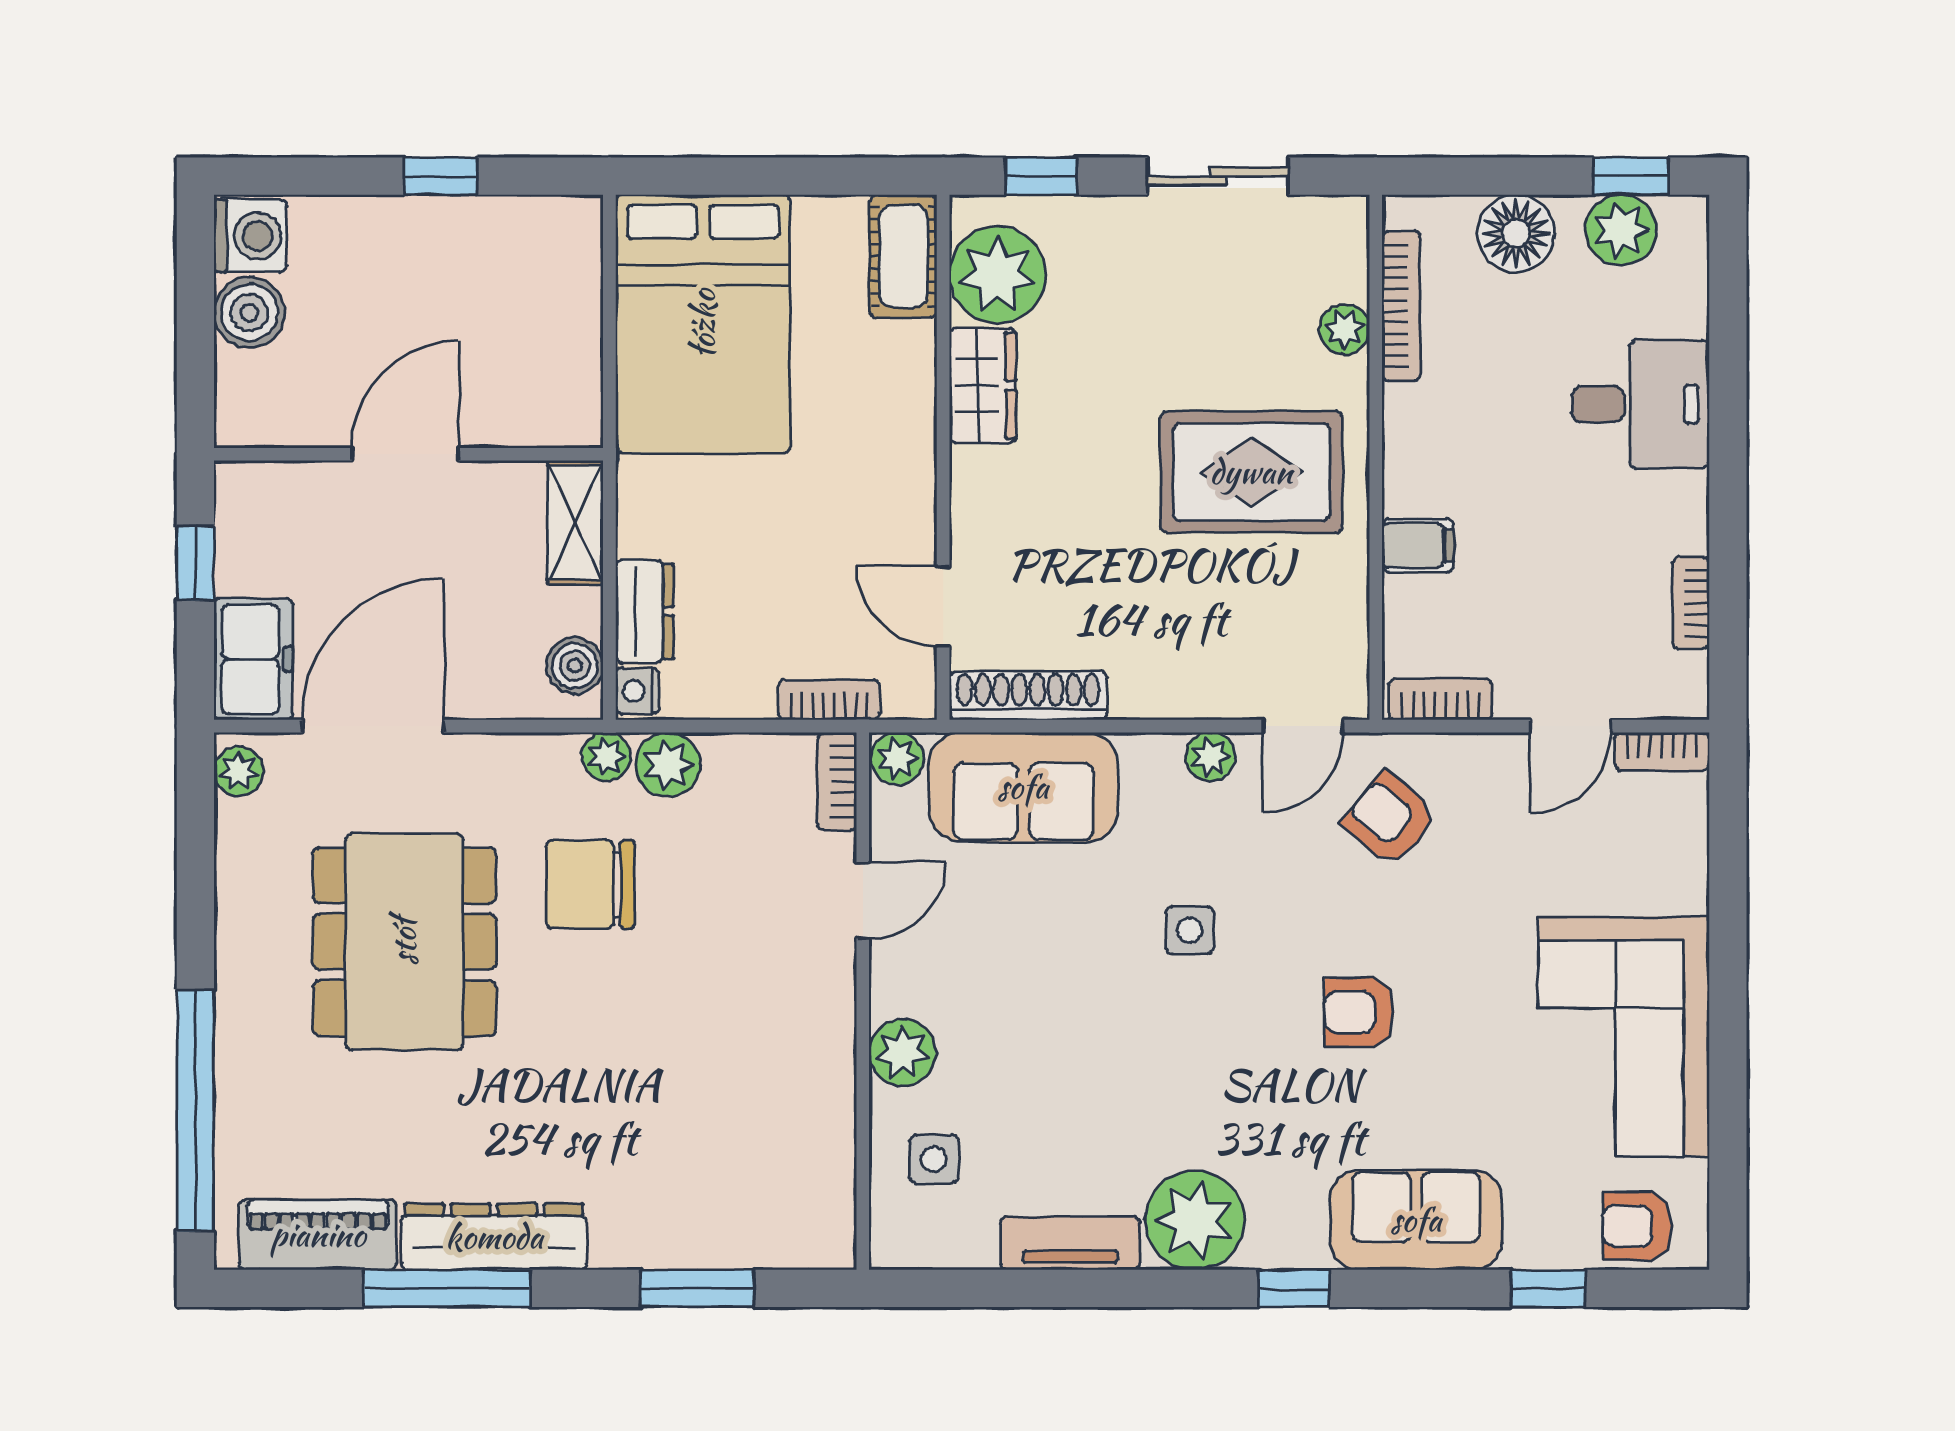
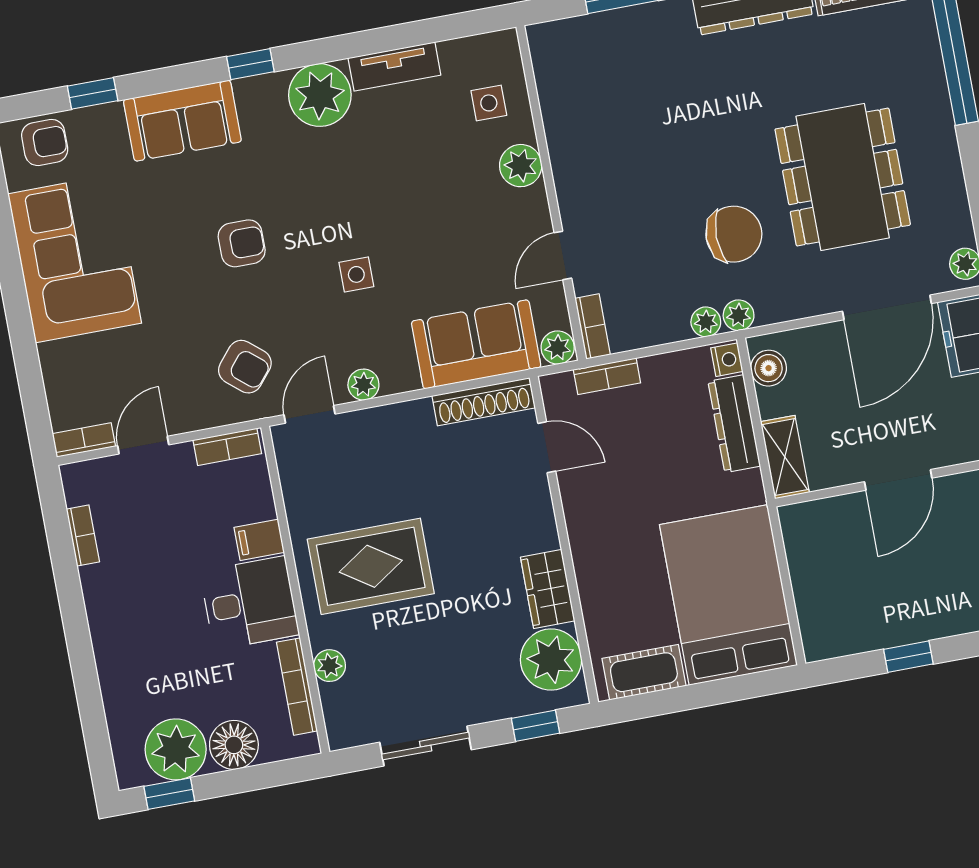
plant: (1621, 230) -> (176, 749), width x1.36, depth x1.36
cot: (903, 256) -> (644, 672), moved, turned 90
desk: (1641, 404) -> (250, 603), moved, turned 180
dresser: (644, 611) -> (734, 424), width x1.44
plant: (668, 765) -> (706, 322), width x0.73, depth x0.73

